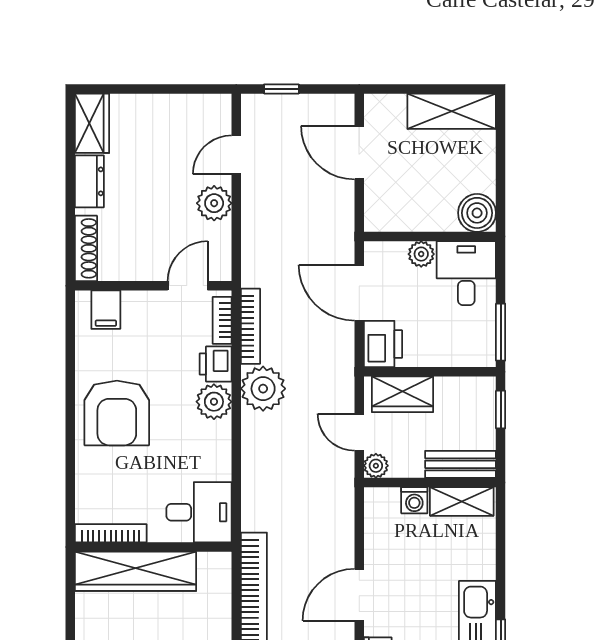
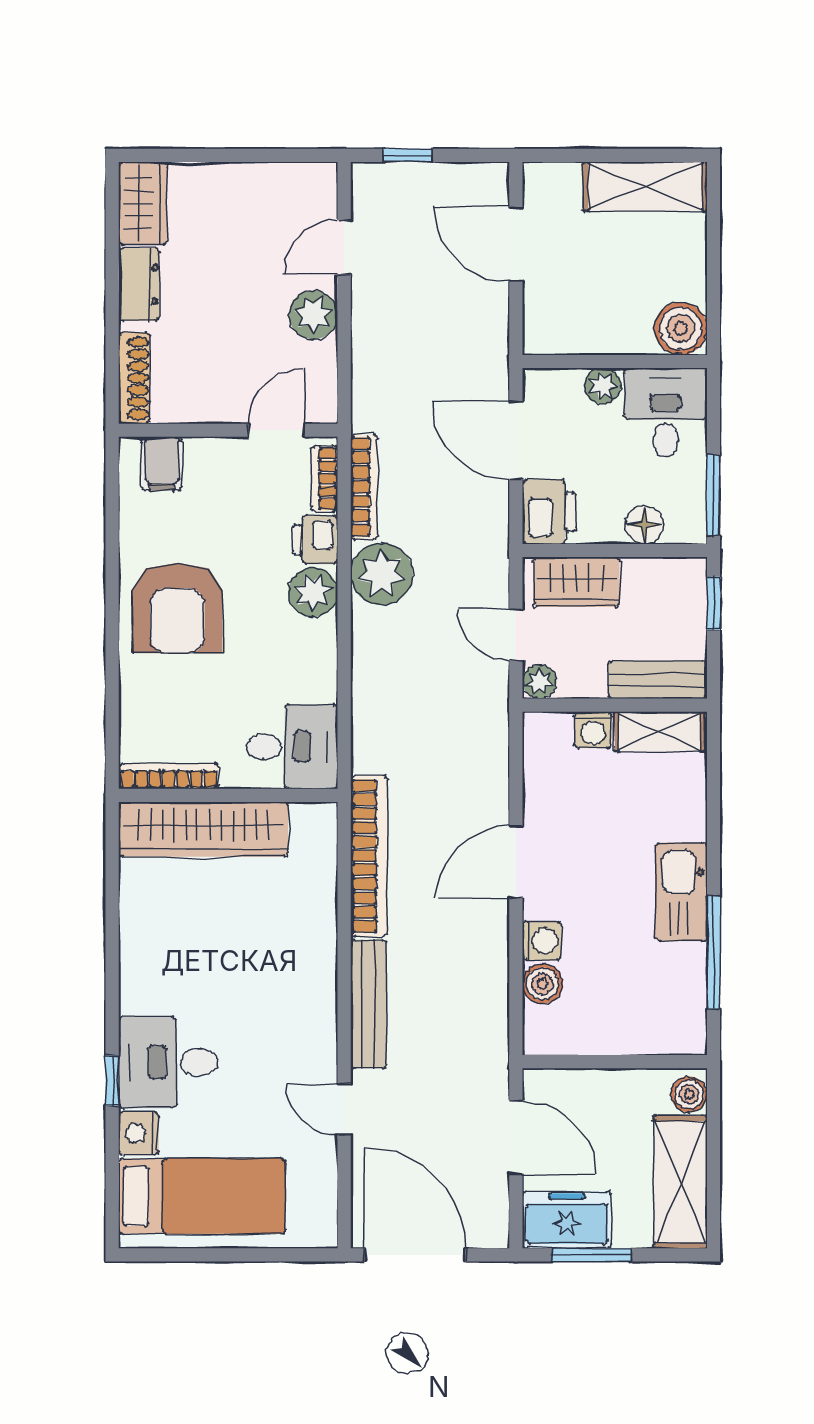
floor lamp: (451, 353) -> (644, 525), added

